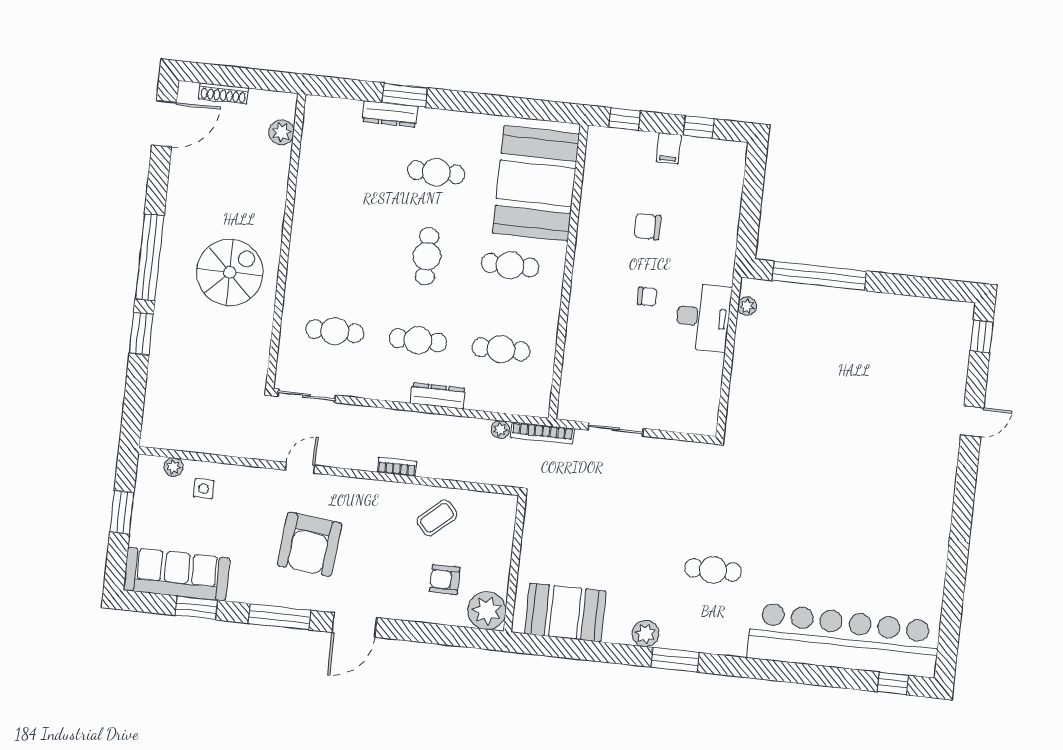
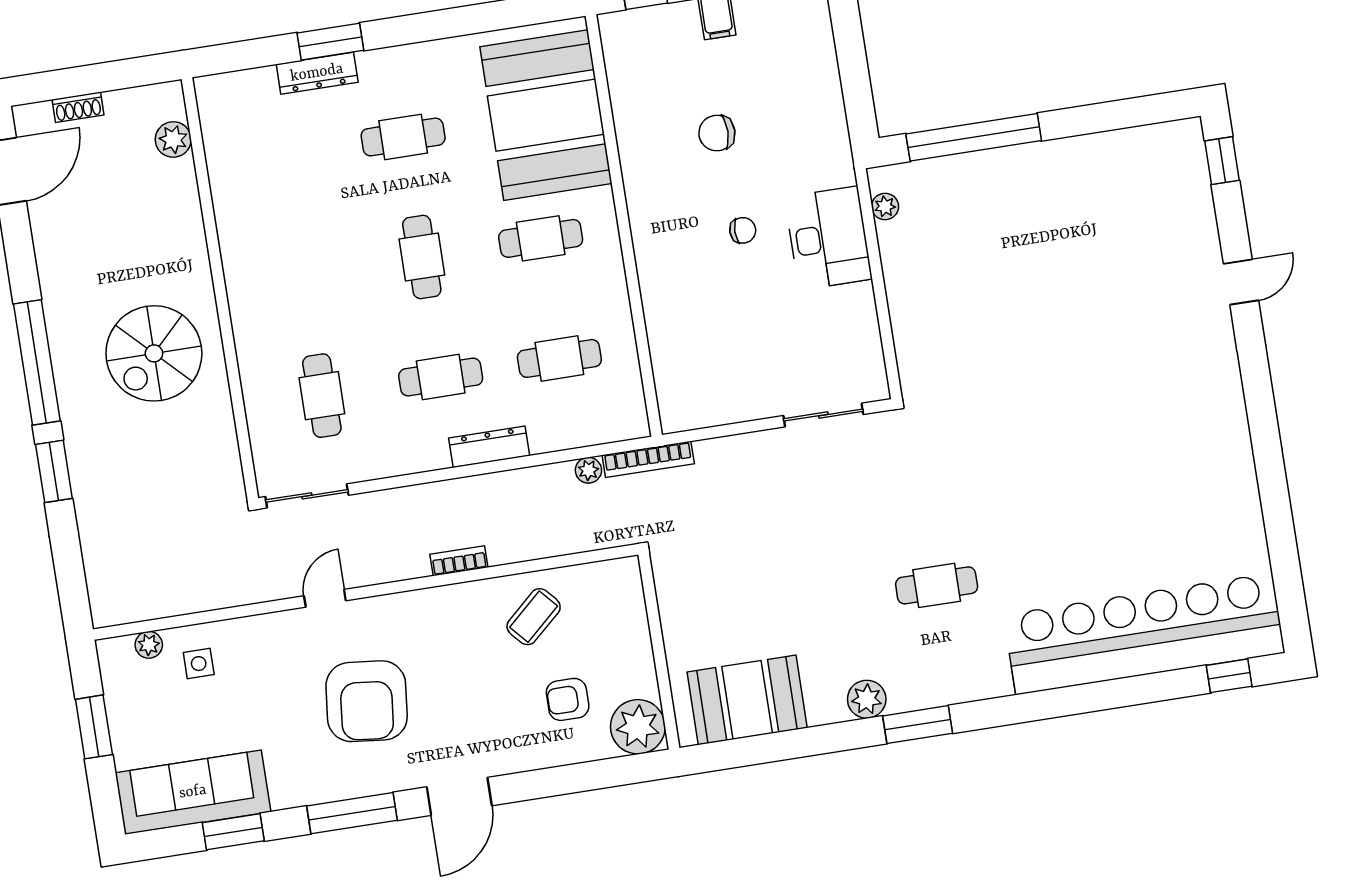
shoe rack: (223, 93) -> (78, 107), width x0.70
spiral stairs: (230, 272) -> (154, 353), turned 180
cafe table: (335, 331) -> (322, 396), turned 90
sliding door: (616, 429) -> (823, 415), moved

